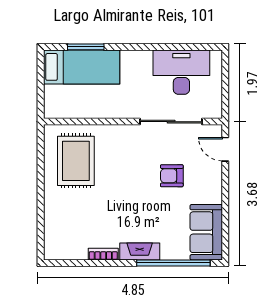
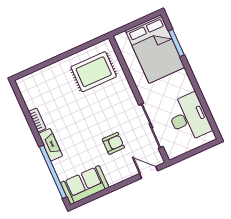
bed: (82, 67) -> (155, 49), width x1.50
door: (225, 149) -> (149, 172), hinge flipped
armchair: (172, 176) -> (113, 143), turned 90

